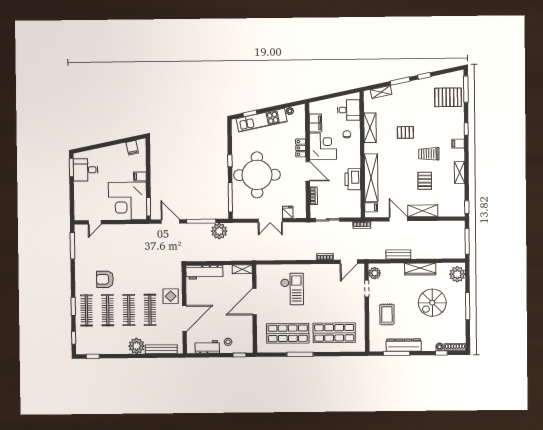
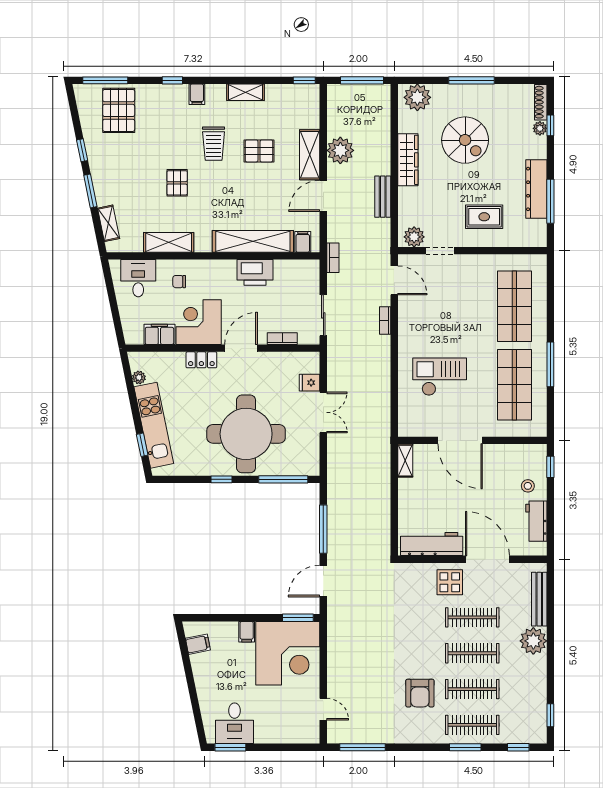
plant: (219, 231) -> (340, 150), moved
workbench: (204, 272) -> (432, 544), moved, turned -90

